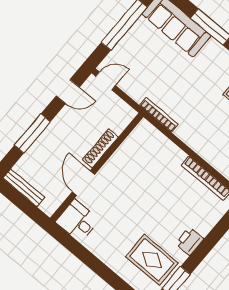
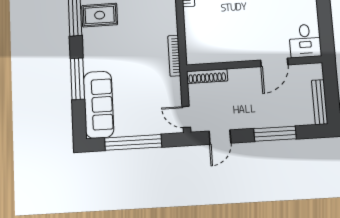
door: (68, 91) -> (220, 137), swing flipped
shoe rack: (100, 148) -> (207, 76), moved

